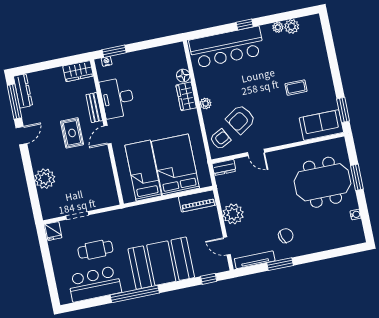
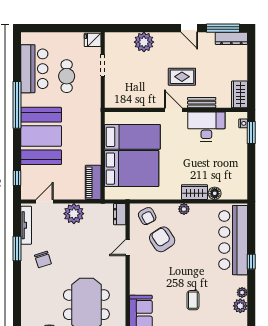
coffee table: (296, 88) -> (193, 300), moved

